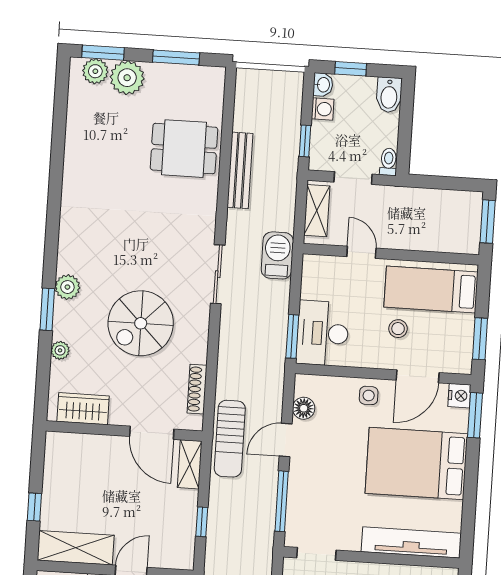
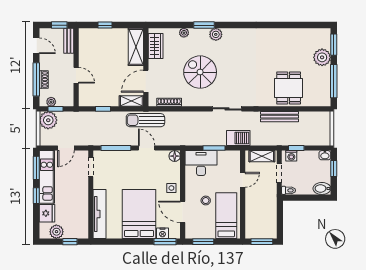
window: (176, 57) -> (334, 81), width x1.44
plant: (95, 71) -> (324, 41), removed
washing machine: (323, 109) -> (291, 156), moved
window: (292, 336) -> (214, 148), moved
nightstand: (459, 396) -> (162, 233), moved
floor lamp: (304, 408) -> (175, 156), moved
shelving: (76, 548) -> (136, 47), moved

